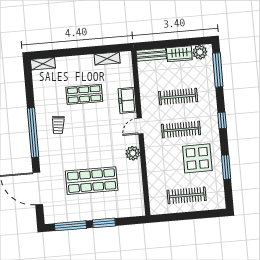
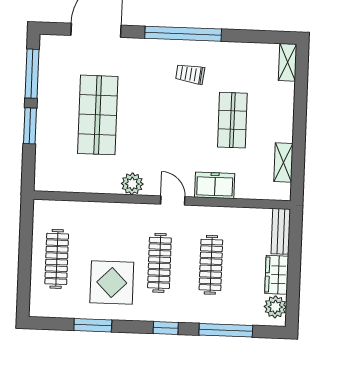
window: (218, 70) -> (226, 330), moved

